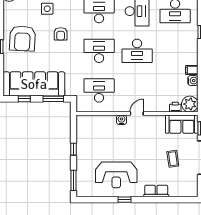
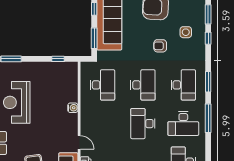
door: (137, 114) -> (79, 142), moved
window: (73, 149) -> (58, 59), moved

